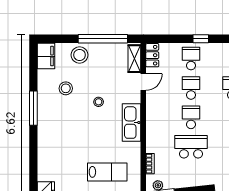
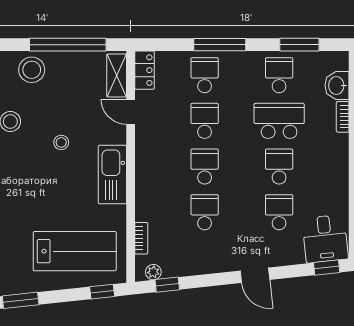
window: (201, 39) -> (220, 45), width x2.17
door: (143, 82) -> (131, 112), swing flipped
school desk: (191, 147) -> (205, 212), width x0.54
lab bench: (107, 172) -> (75, 251), width x1.36, depth x1.39

